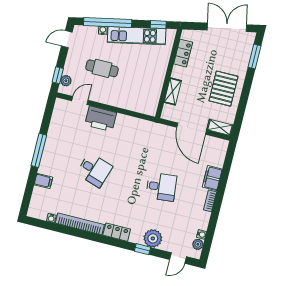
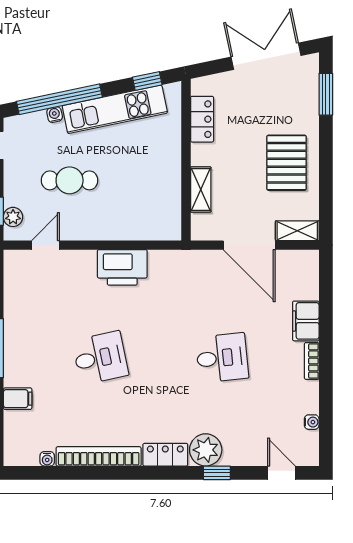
printer: (101, 119) -> (122, 267), moved
desk: (94, 170) -> (100, 358), turned -30
plant: (153, 238) -> (206, 450), moved
plant: (198, 244) -> (310, 441), removed
door: (178, 258) -> (281, 473), swing flipped

